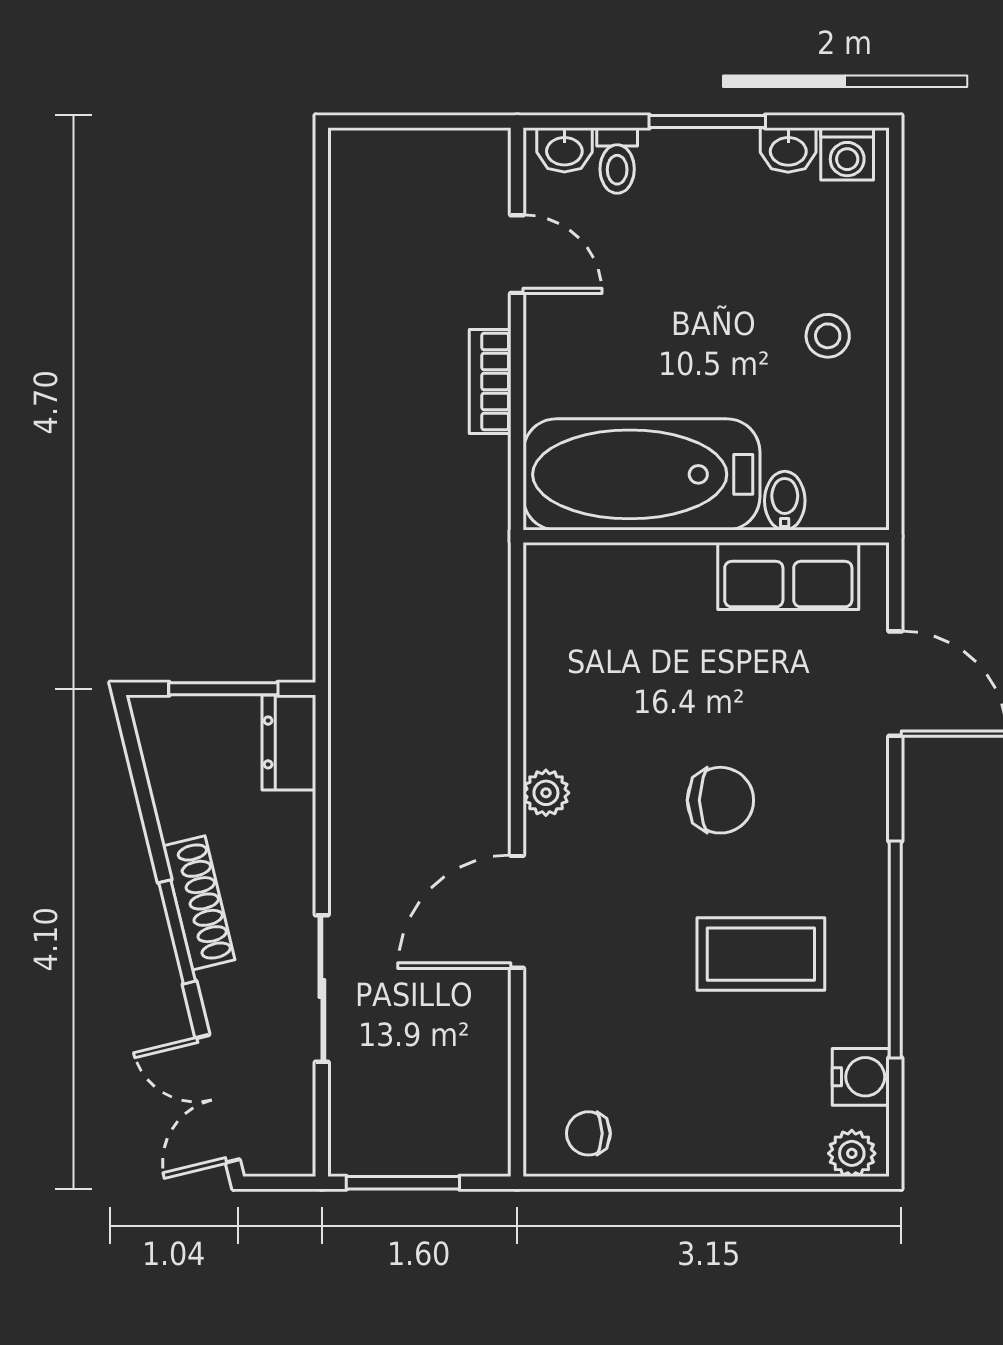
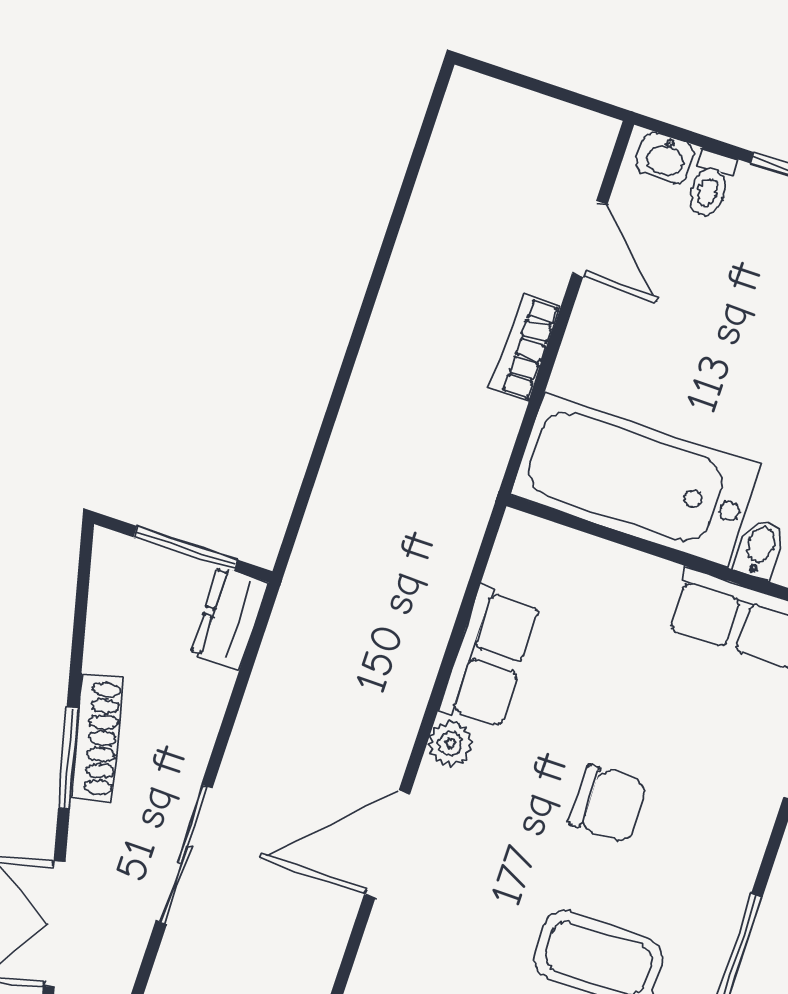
row of seats: (556, 696) -> (490, 658), added

